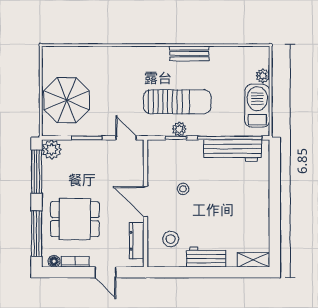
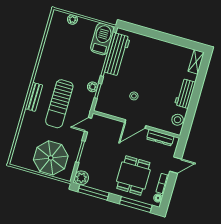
bench: (189, 53) -> (34, 97), moved
sun lounger: (177, 102) -> (59, 104), moved, turned 180
barbecue: (257, 106) -> (102, 39), moved, turned 90
stool: (171, 239) -> (178, 120), moved

